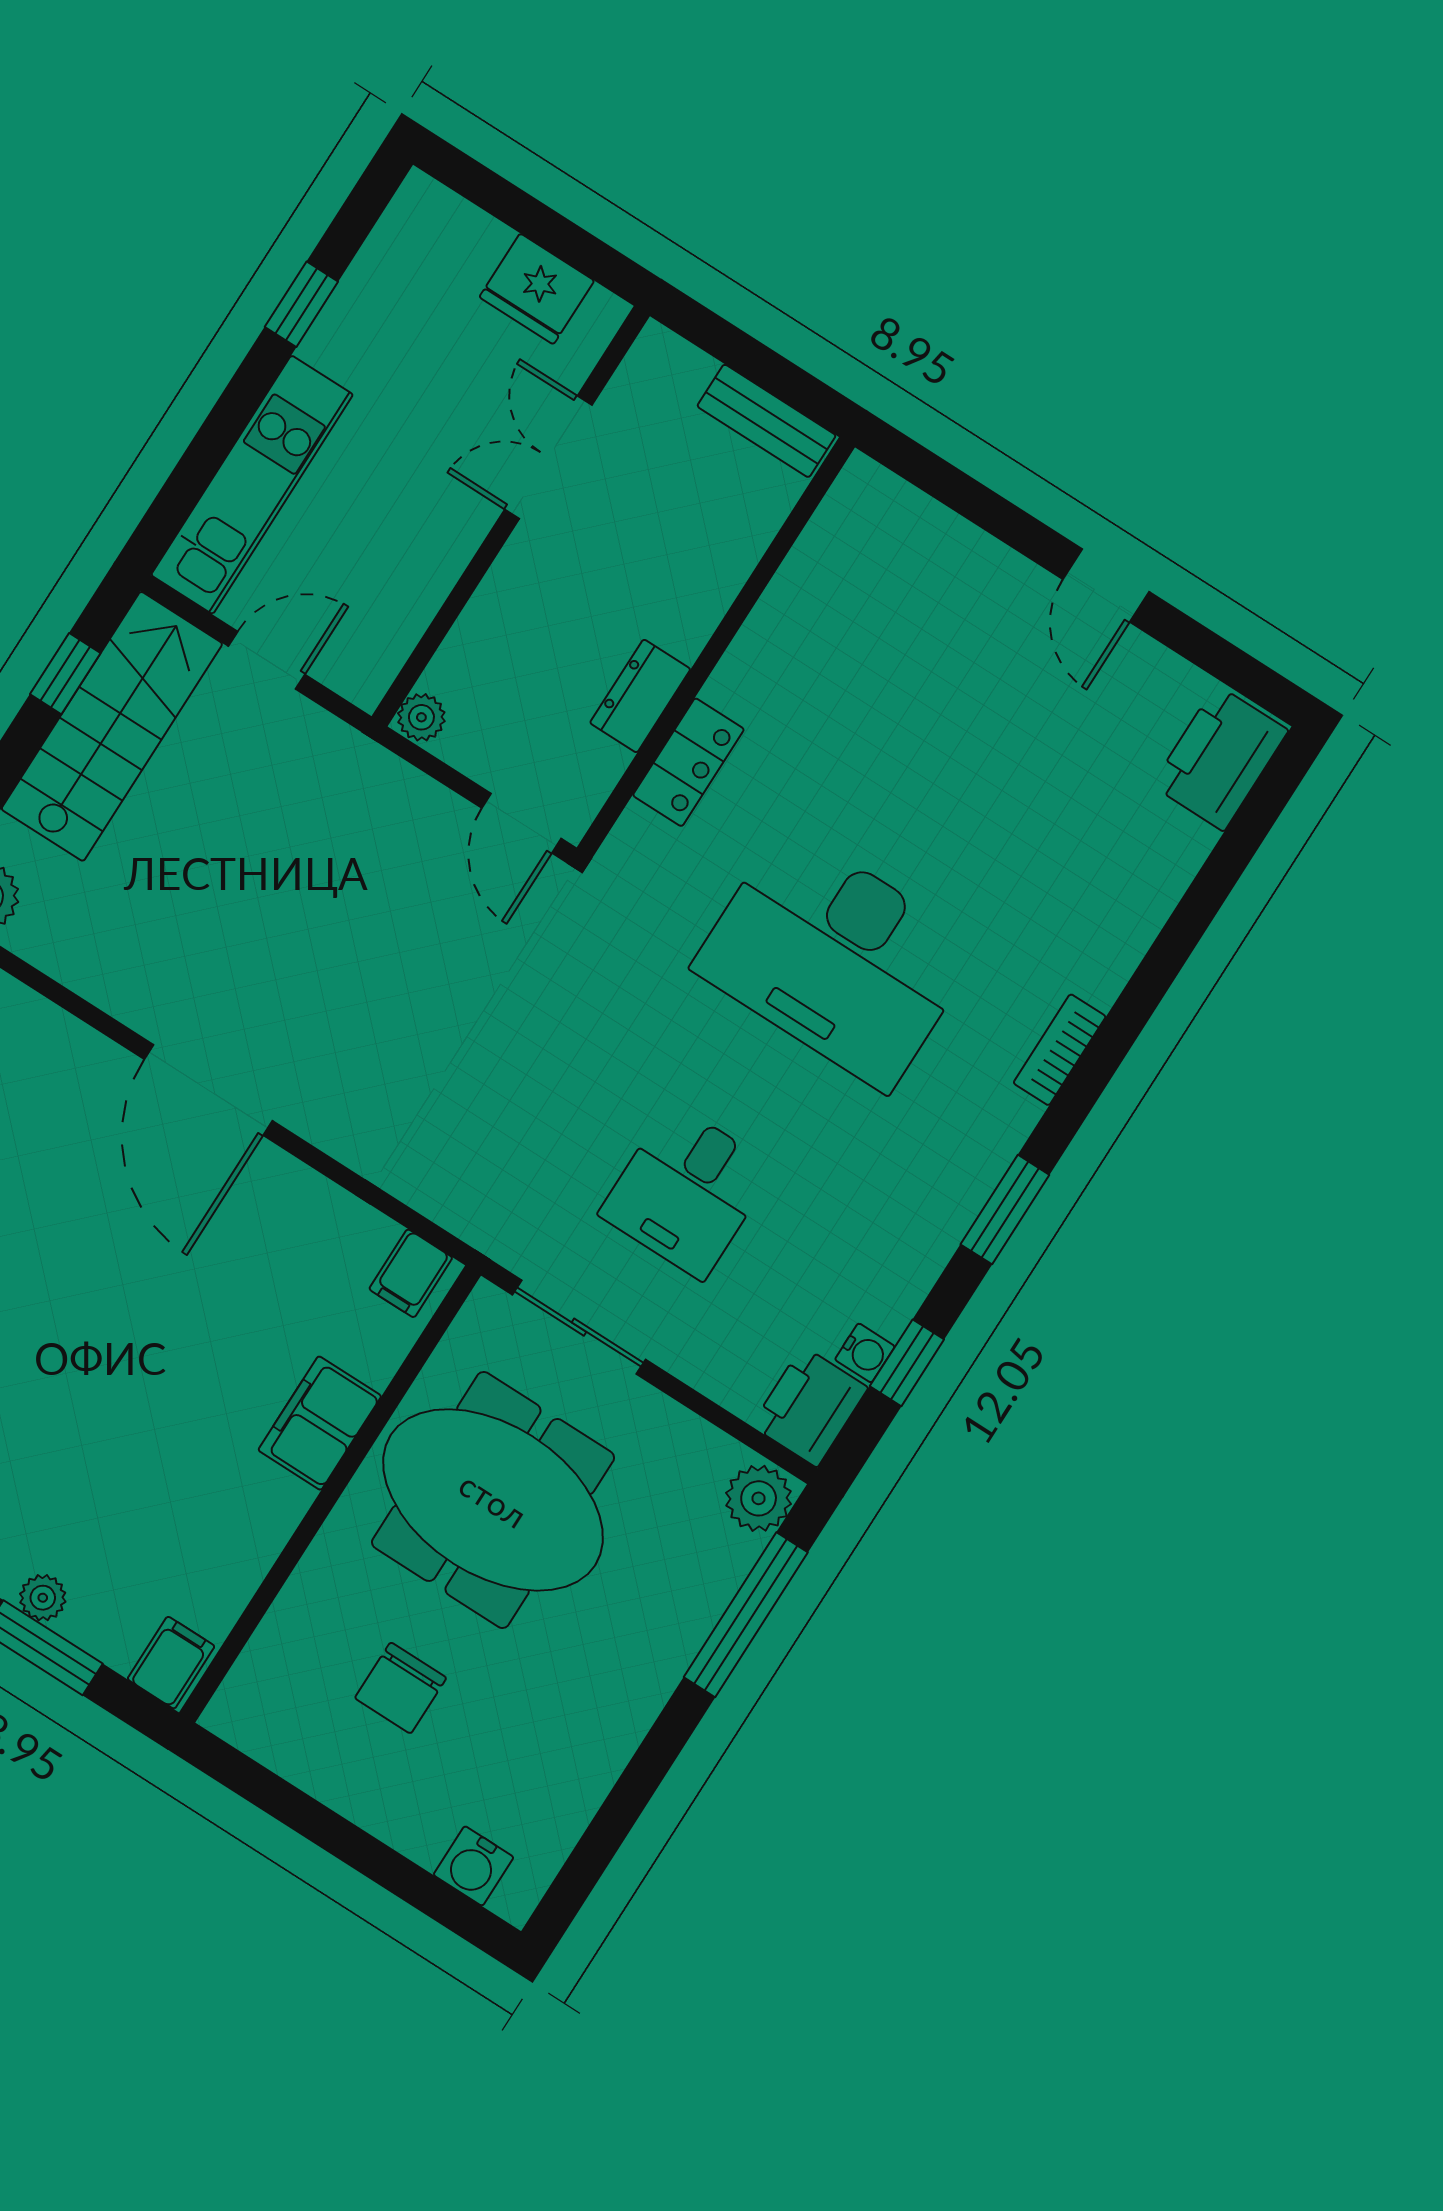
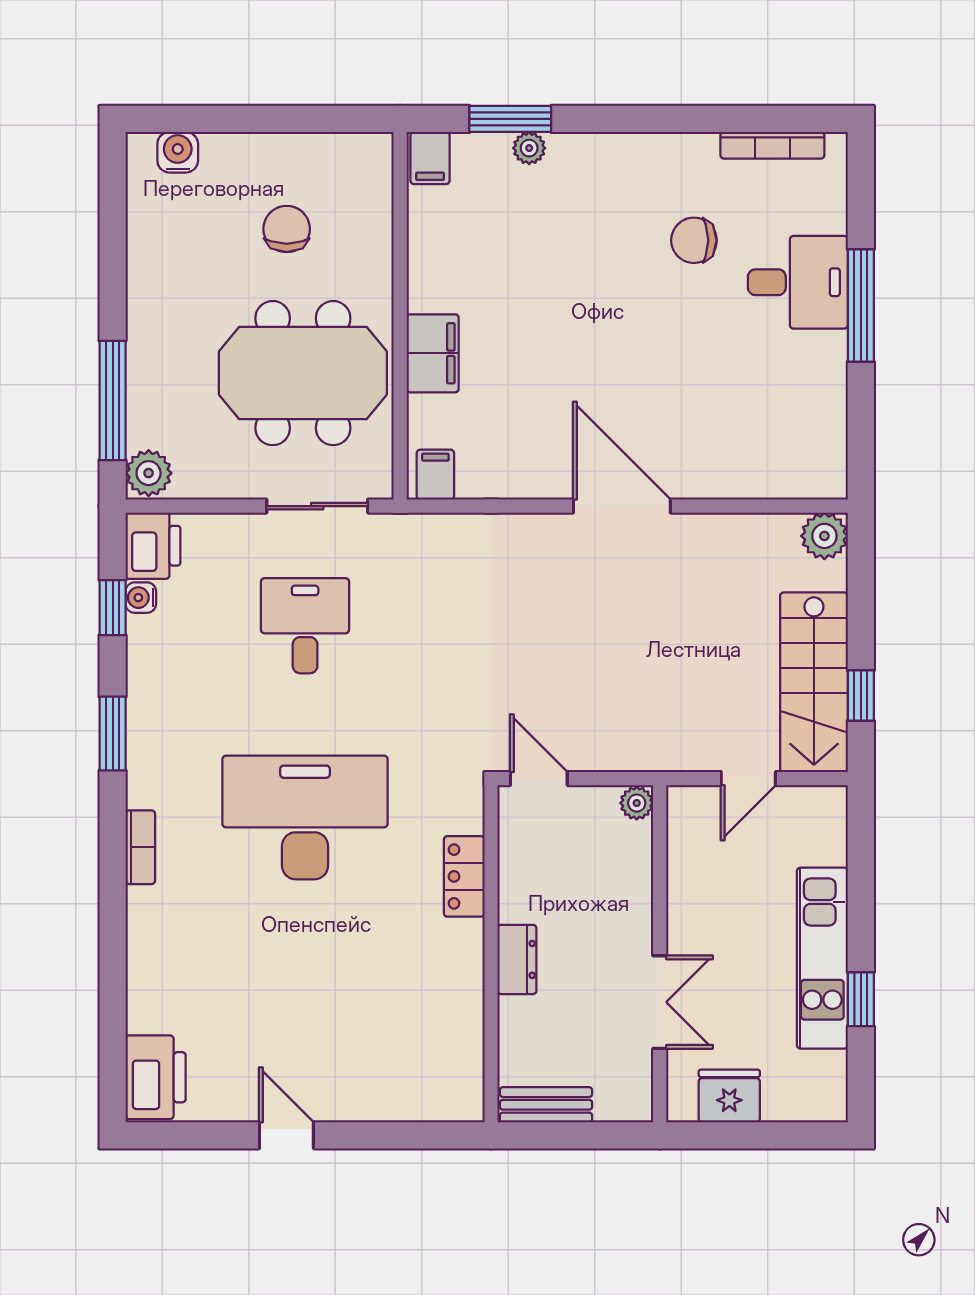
kitchen unit: (252, 485) -> (822, 958), moved
dresser: (640, 696) -> (517, 959), moved

